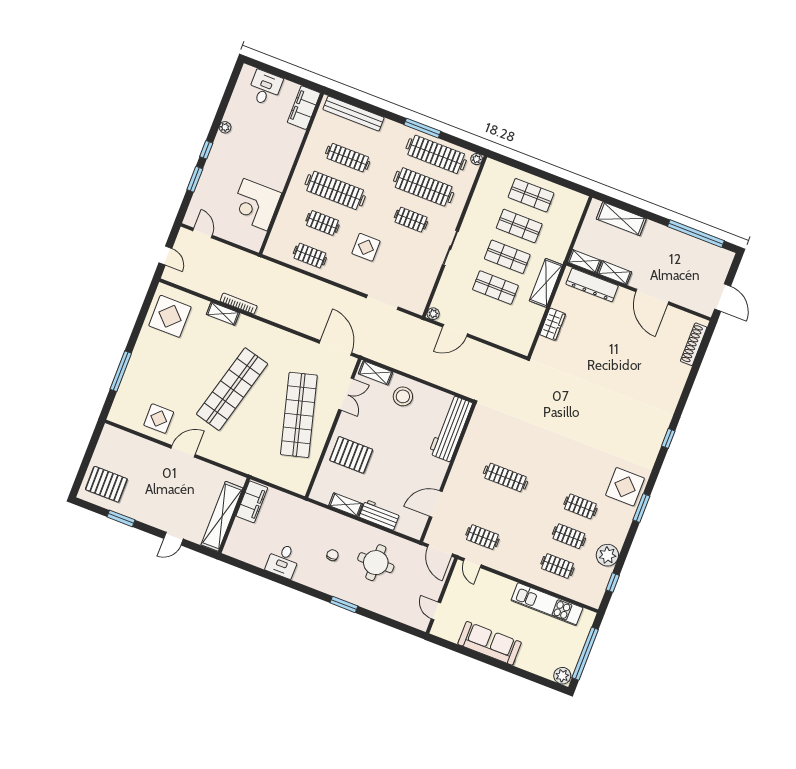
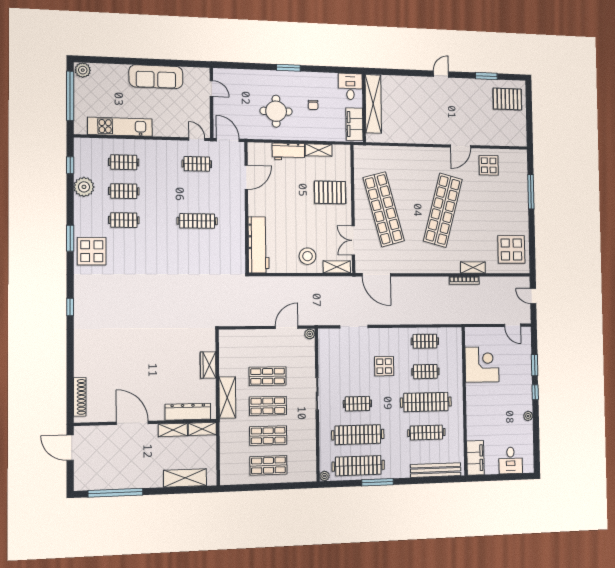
filing cabinet: (252, 502) -> (354, 124), moved
wall: (234, 515) -> (364, 108), moved
shelving: (222, 516) -> (373, 104), moved

